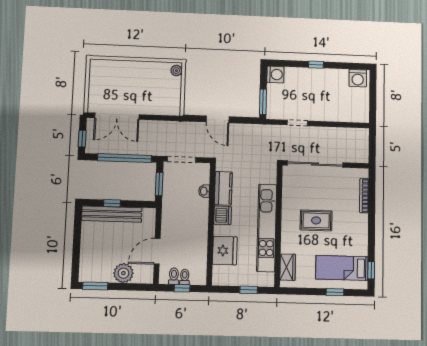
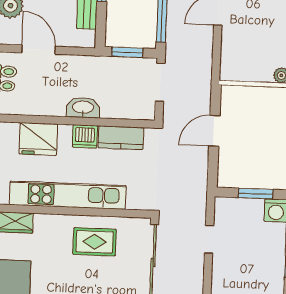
window: (263, 102) -> (256, 194), moved
washbasin: (204, 191) -> (83, 108), moved, width x1.91, depth x1.45
rug: (316, 220) -> (95, 242), moved, turned 90

